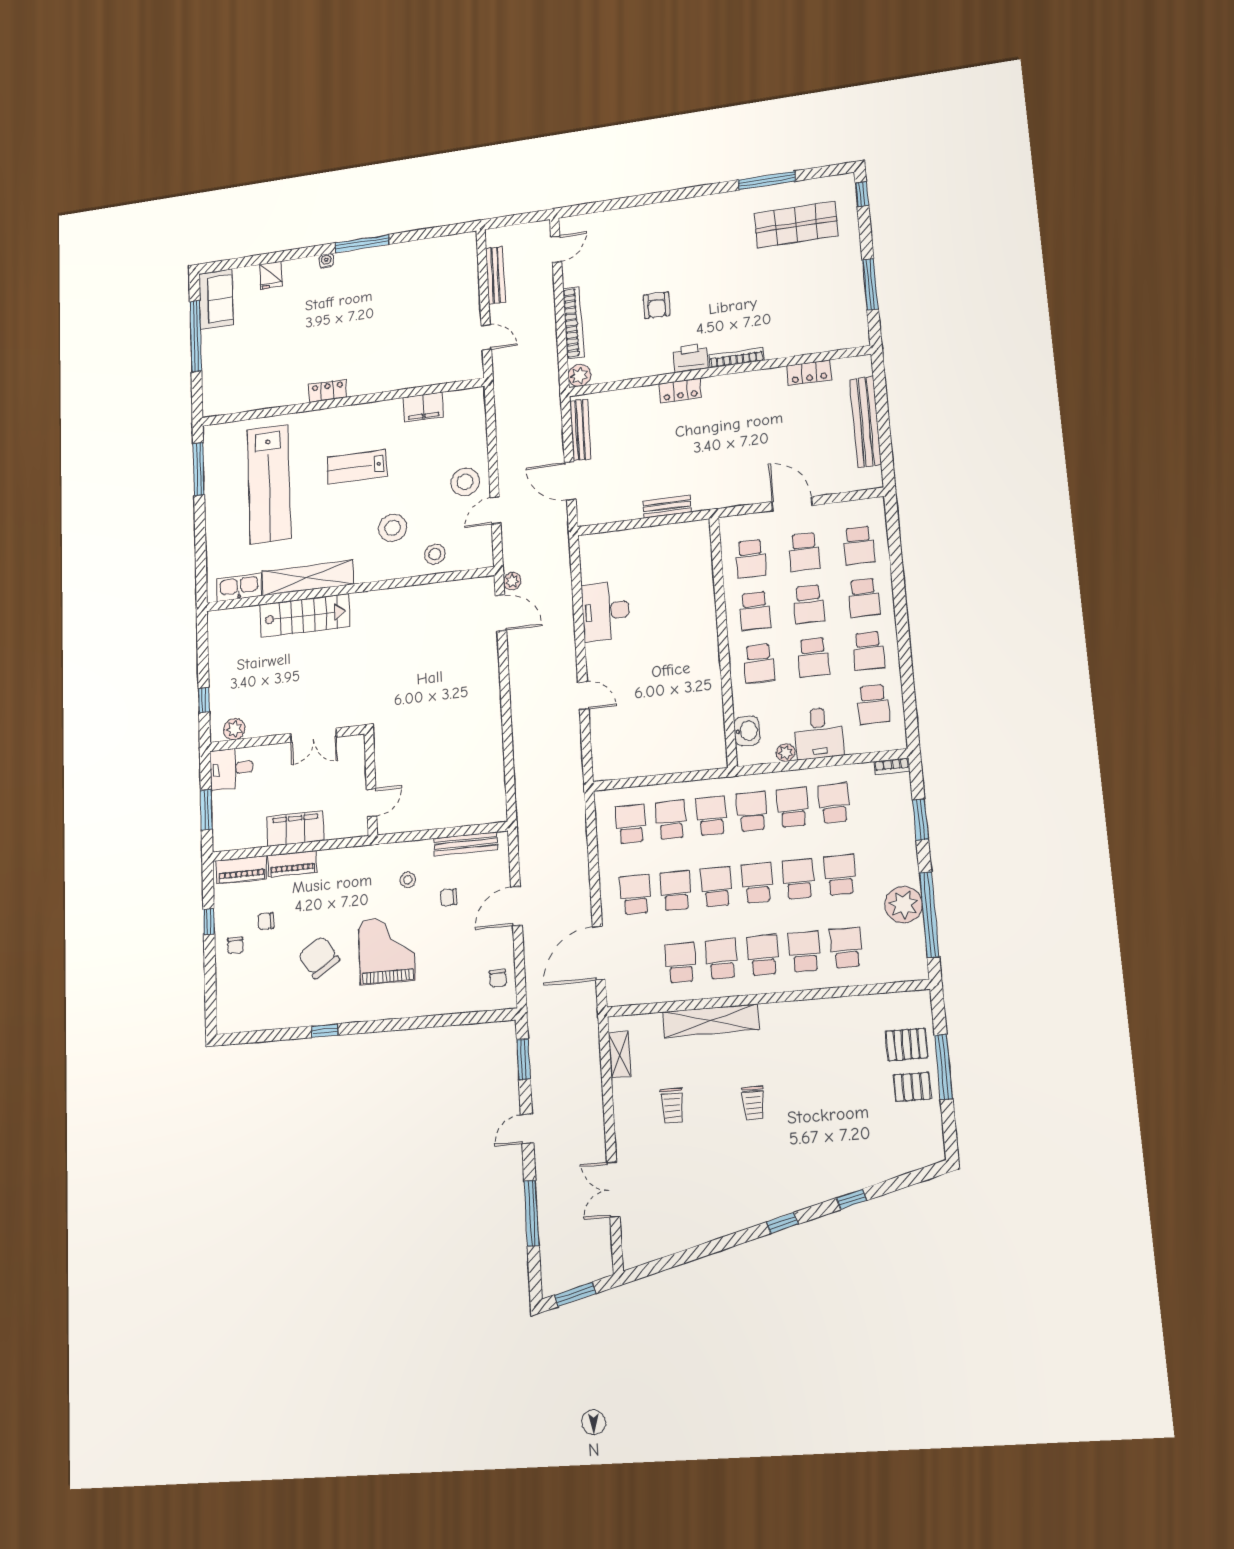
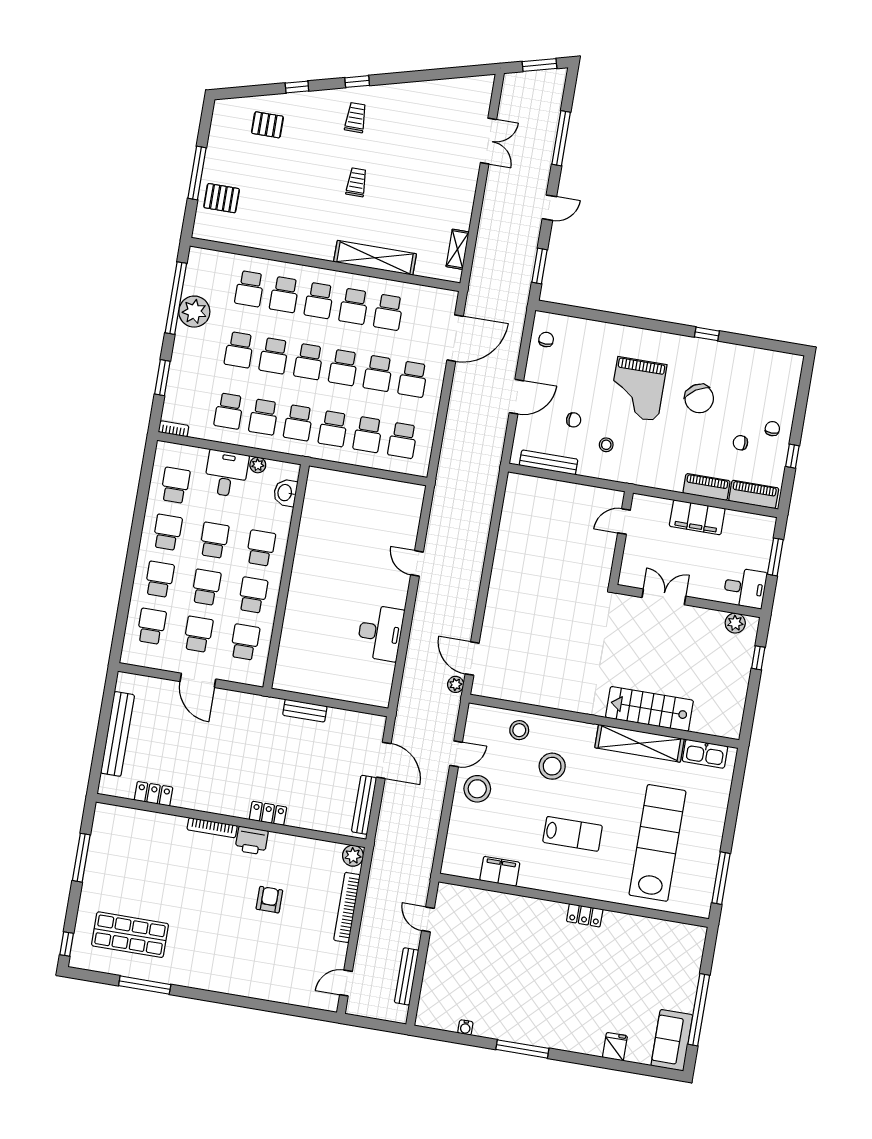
water cooler: (326, 261) -> (465, 1027), moved
chair: (266, 921) -> (740, 443), turned 180
pallet: (912, 1087) -> (267, 125), moved
trolley: (672, 1106) -> (356, 118), moved

